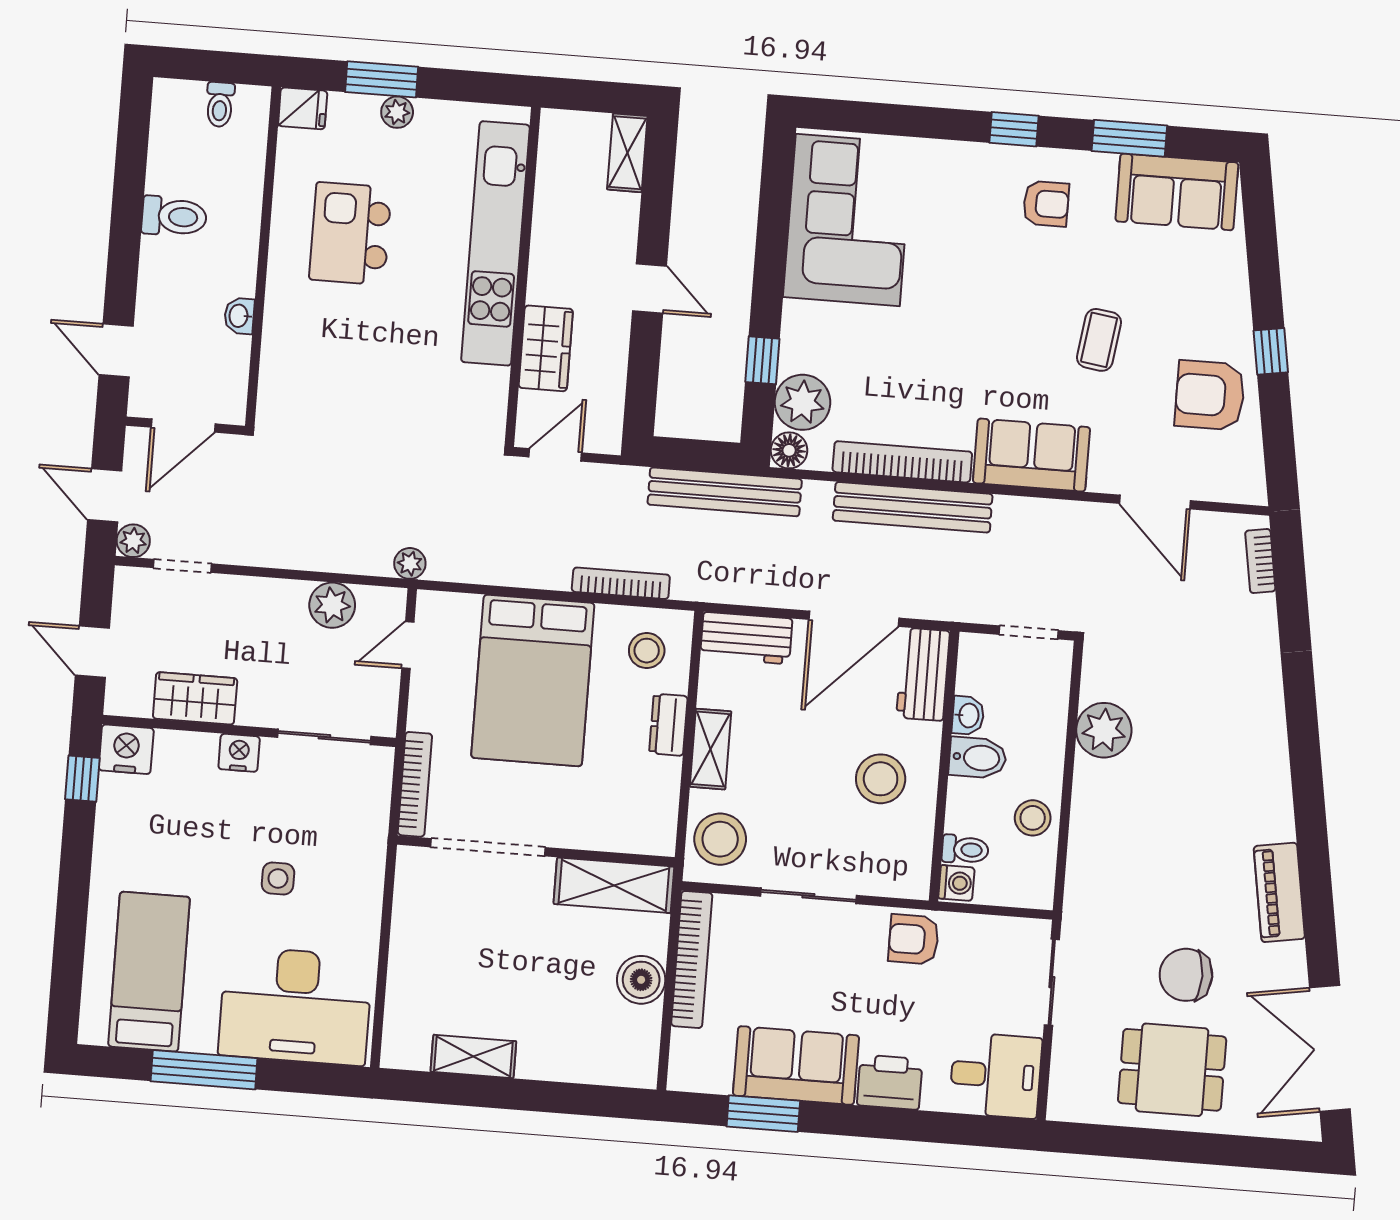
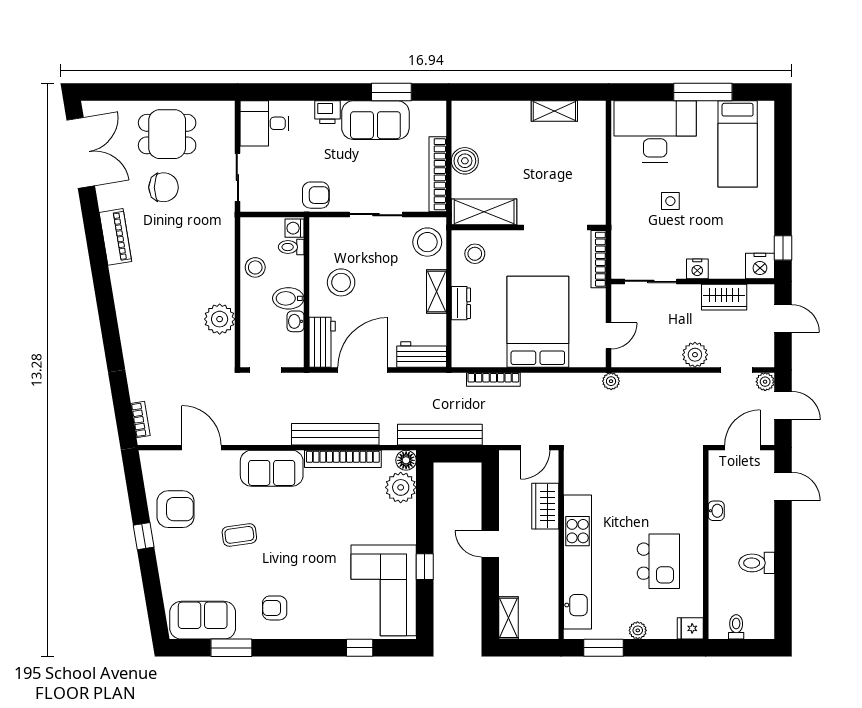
window: (382, 79) -> (603, 648), moved
window: (1014, 129) -> (360, 648), moved
coffee table: (1099, 340) -> (239, 535), turned 74
window: (762, 360) -> (425, 567), moved
plant: (332, 605) -> (695, 355), moved
stool: (647, 651) -> (475, 254), moved
printer: (890, 1082) -> (327, 112), width x0.73, depth x0.81

